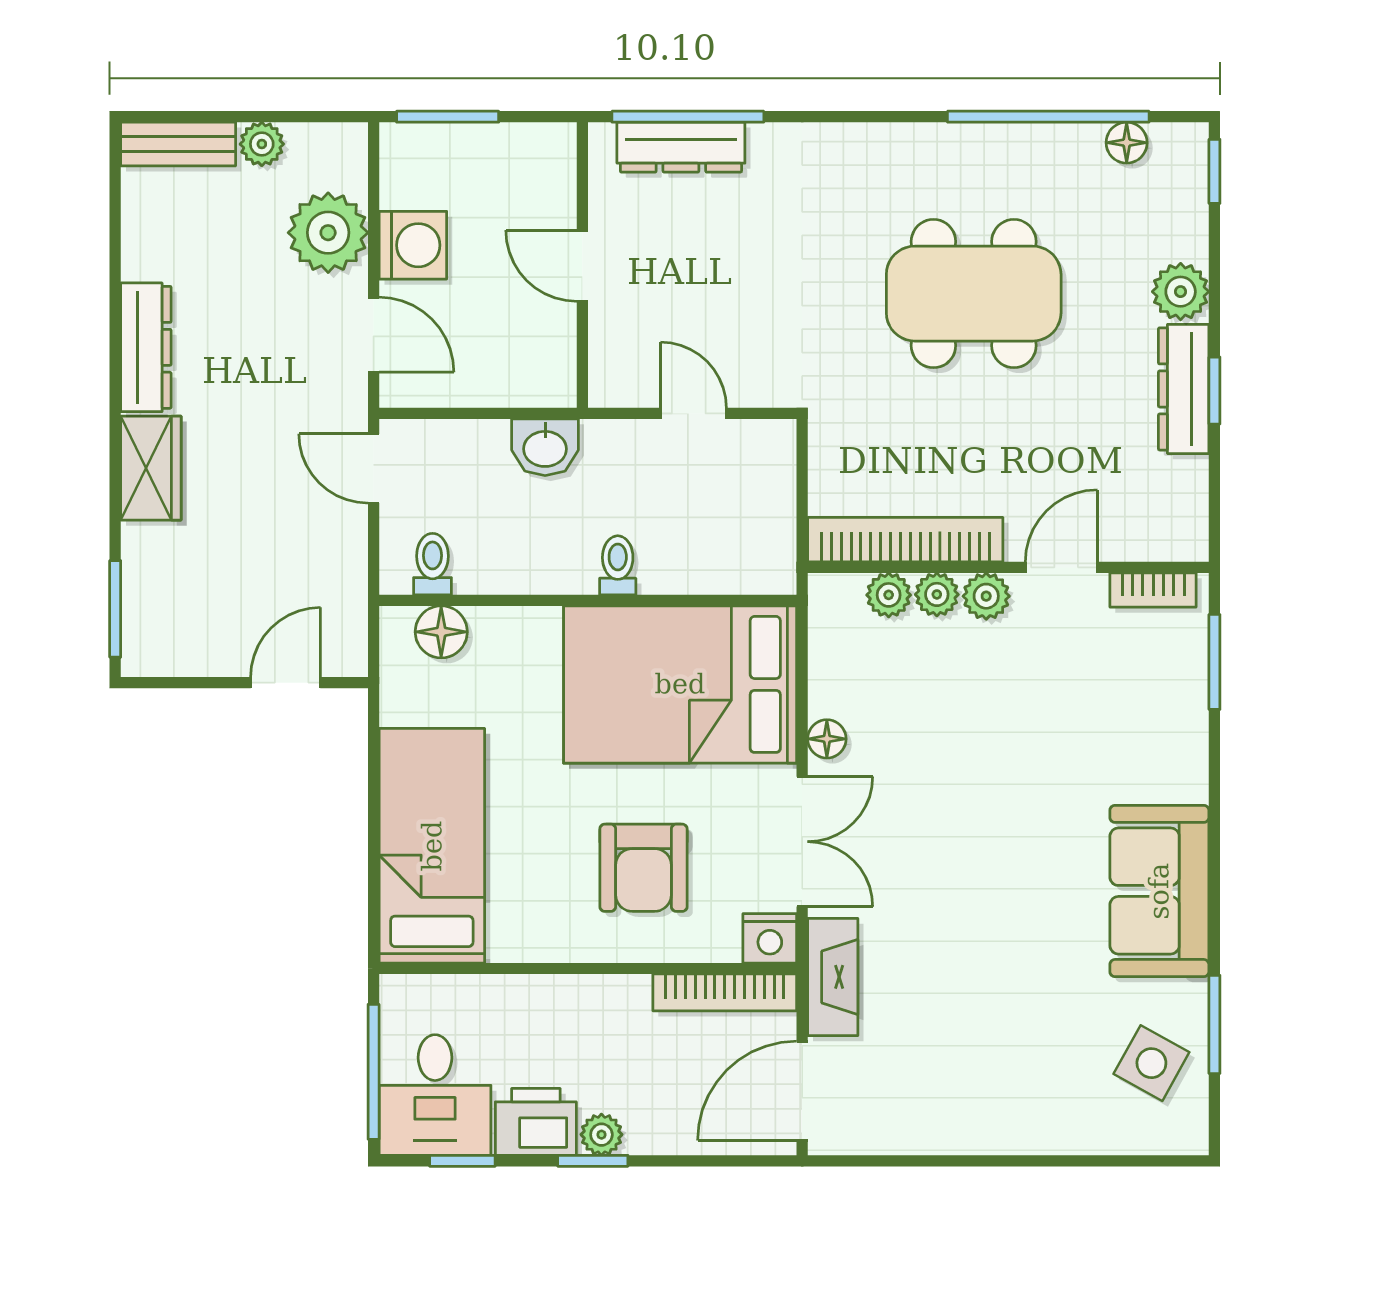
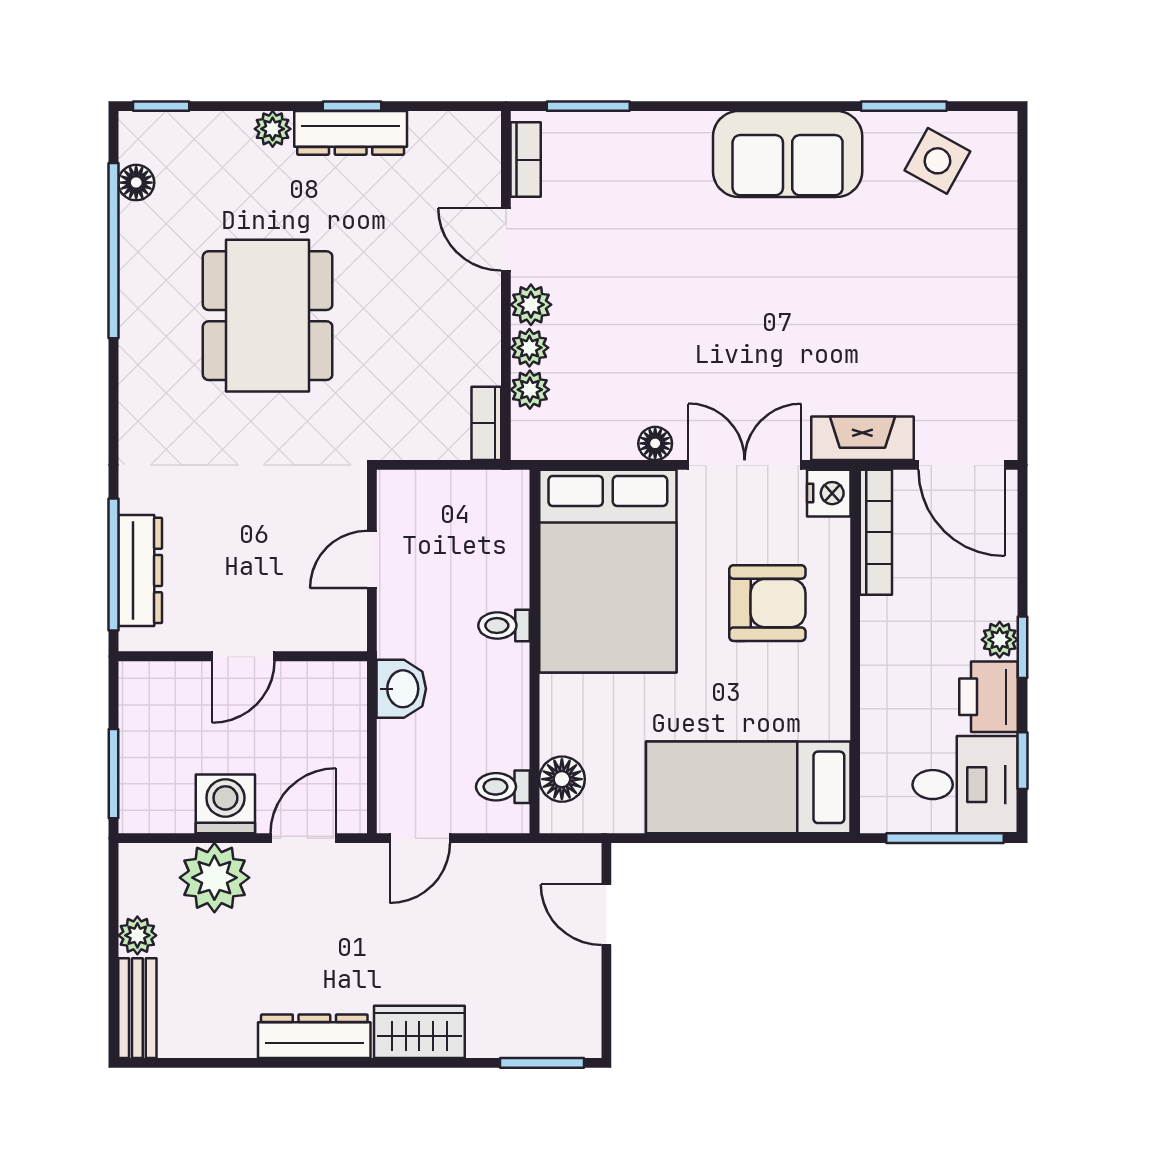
plant: (1181, 292) -> (273, 129), width x0.73, depth x0.73
bookcase: (905, 540) -> (486, 423), width x0.43, depth x0.76

